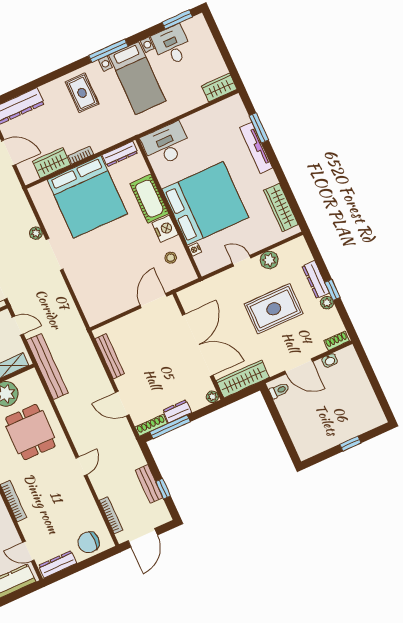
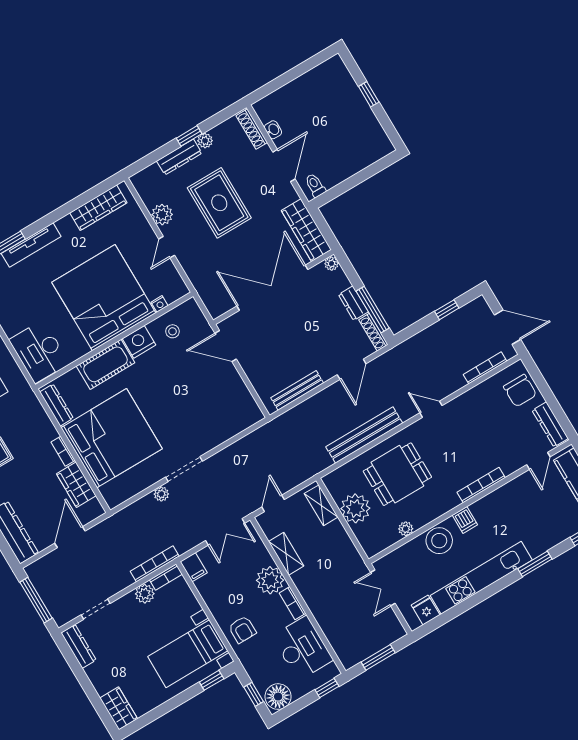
shoe rack: (337, 341) -> (252, 129), width x1.43
bench: (47, 367) -> (364, 435), moved
bench: (149, 484) -> (443, 327), removed

